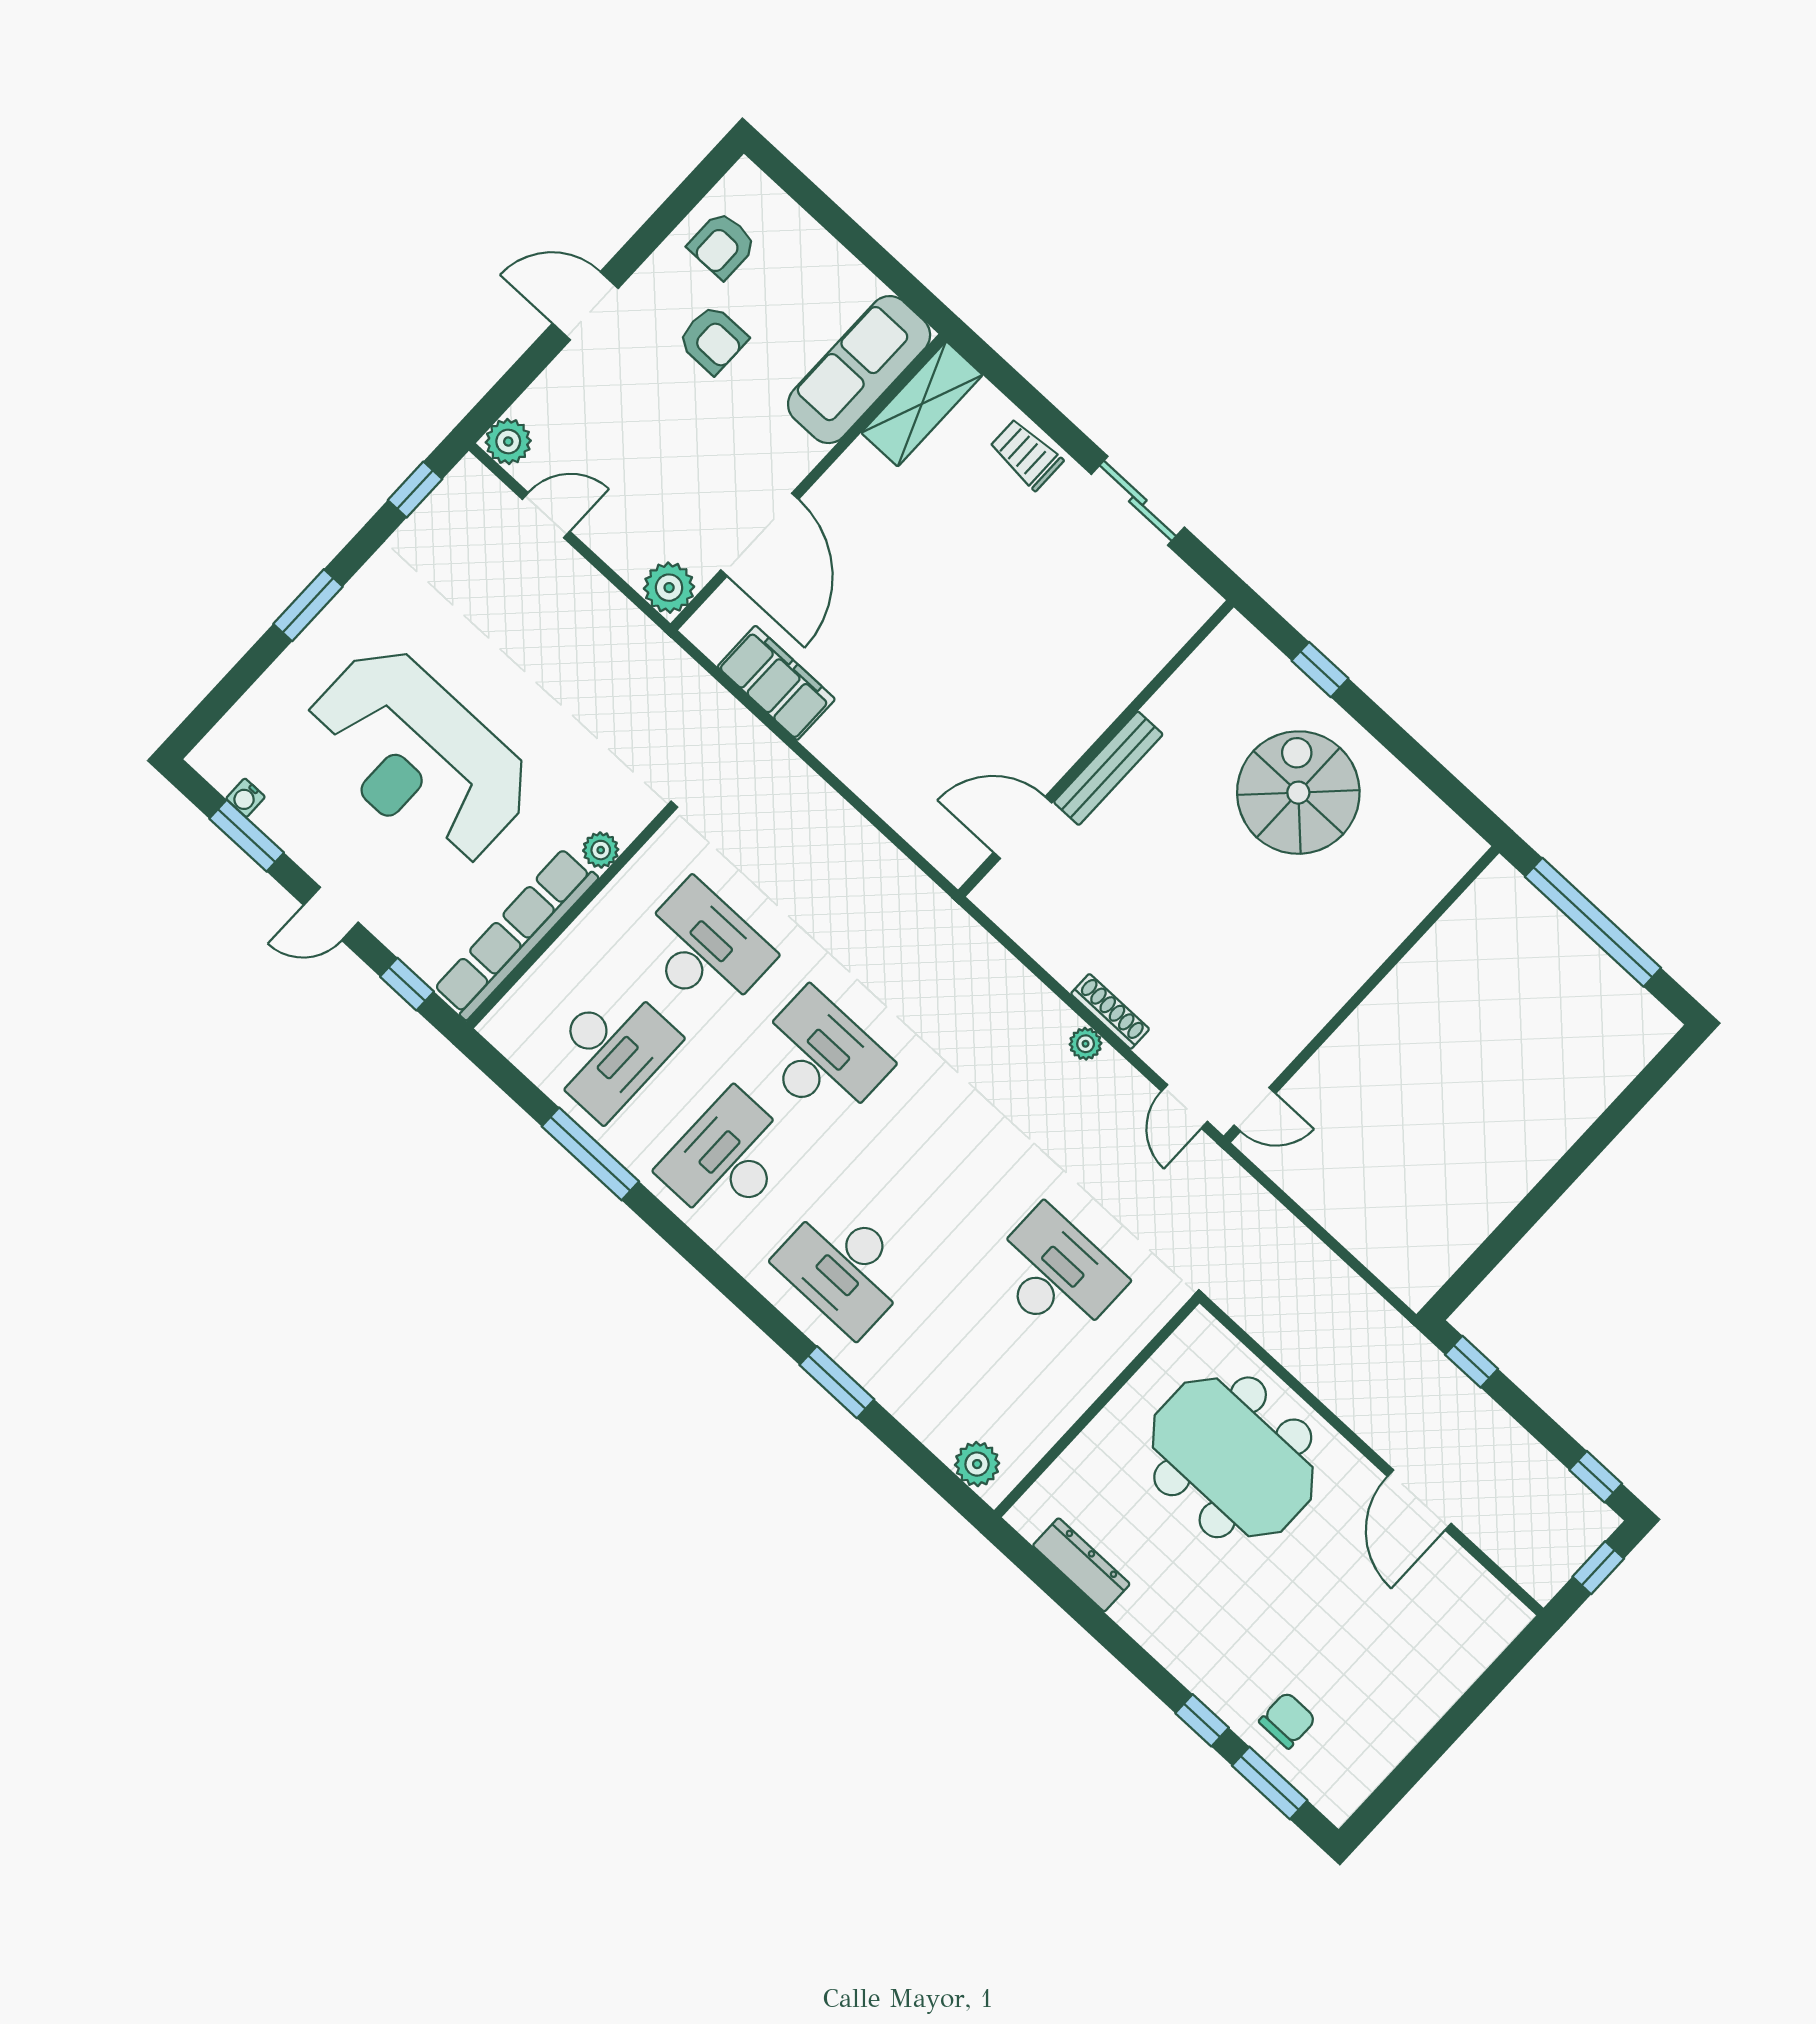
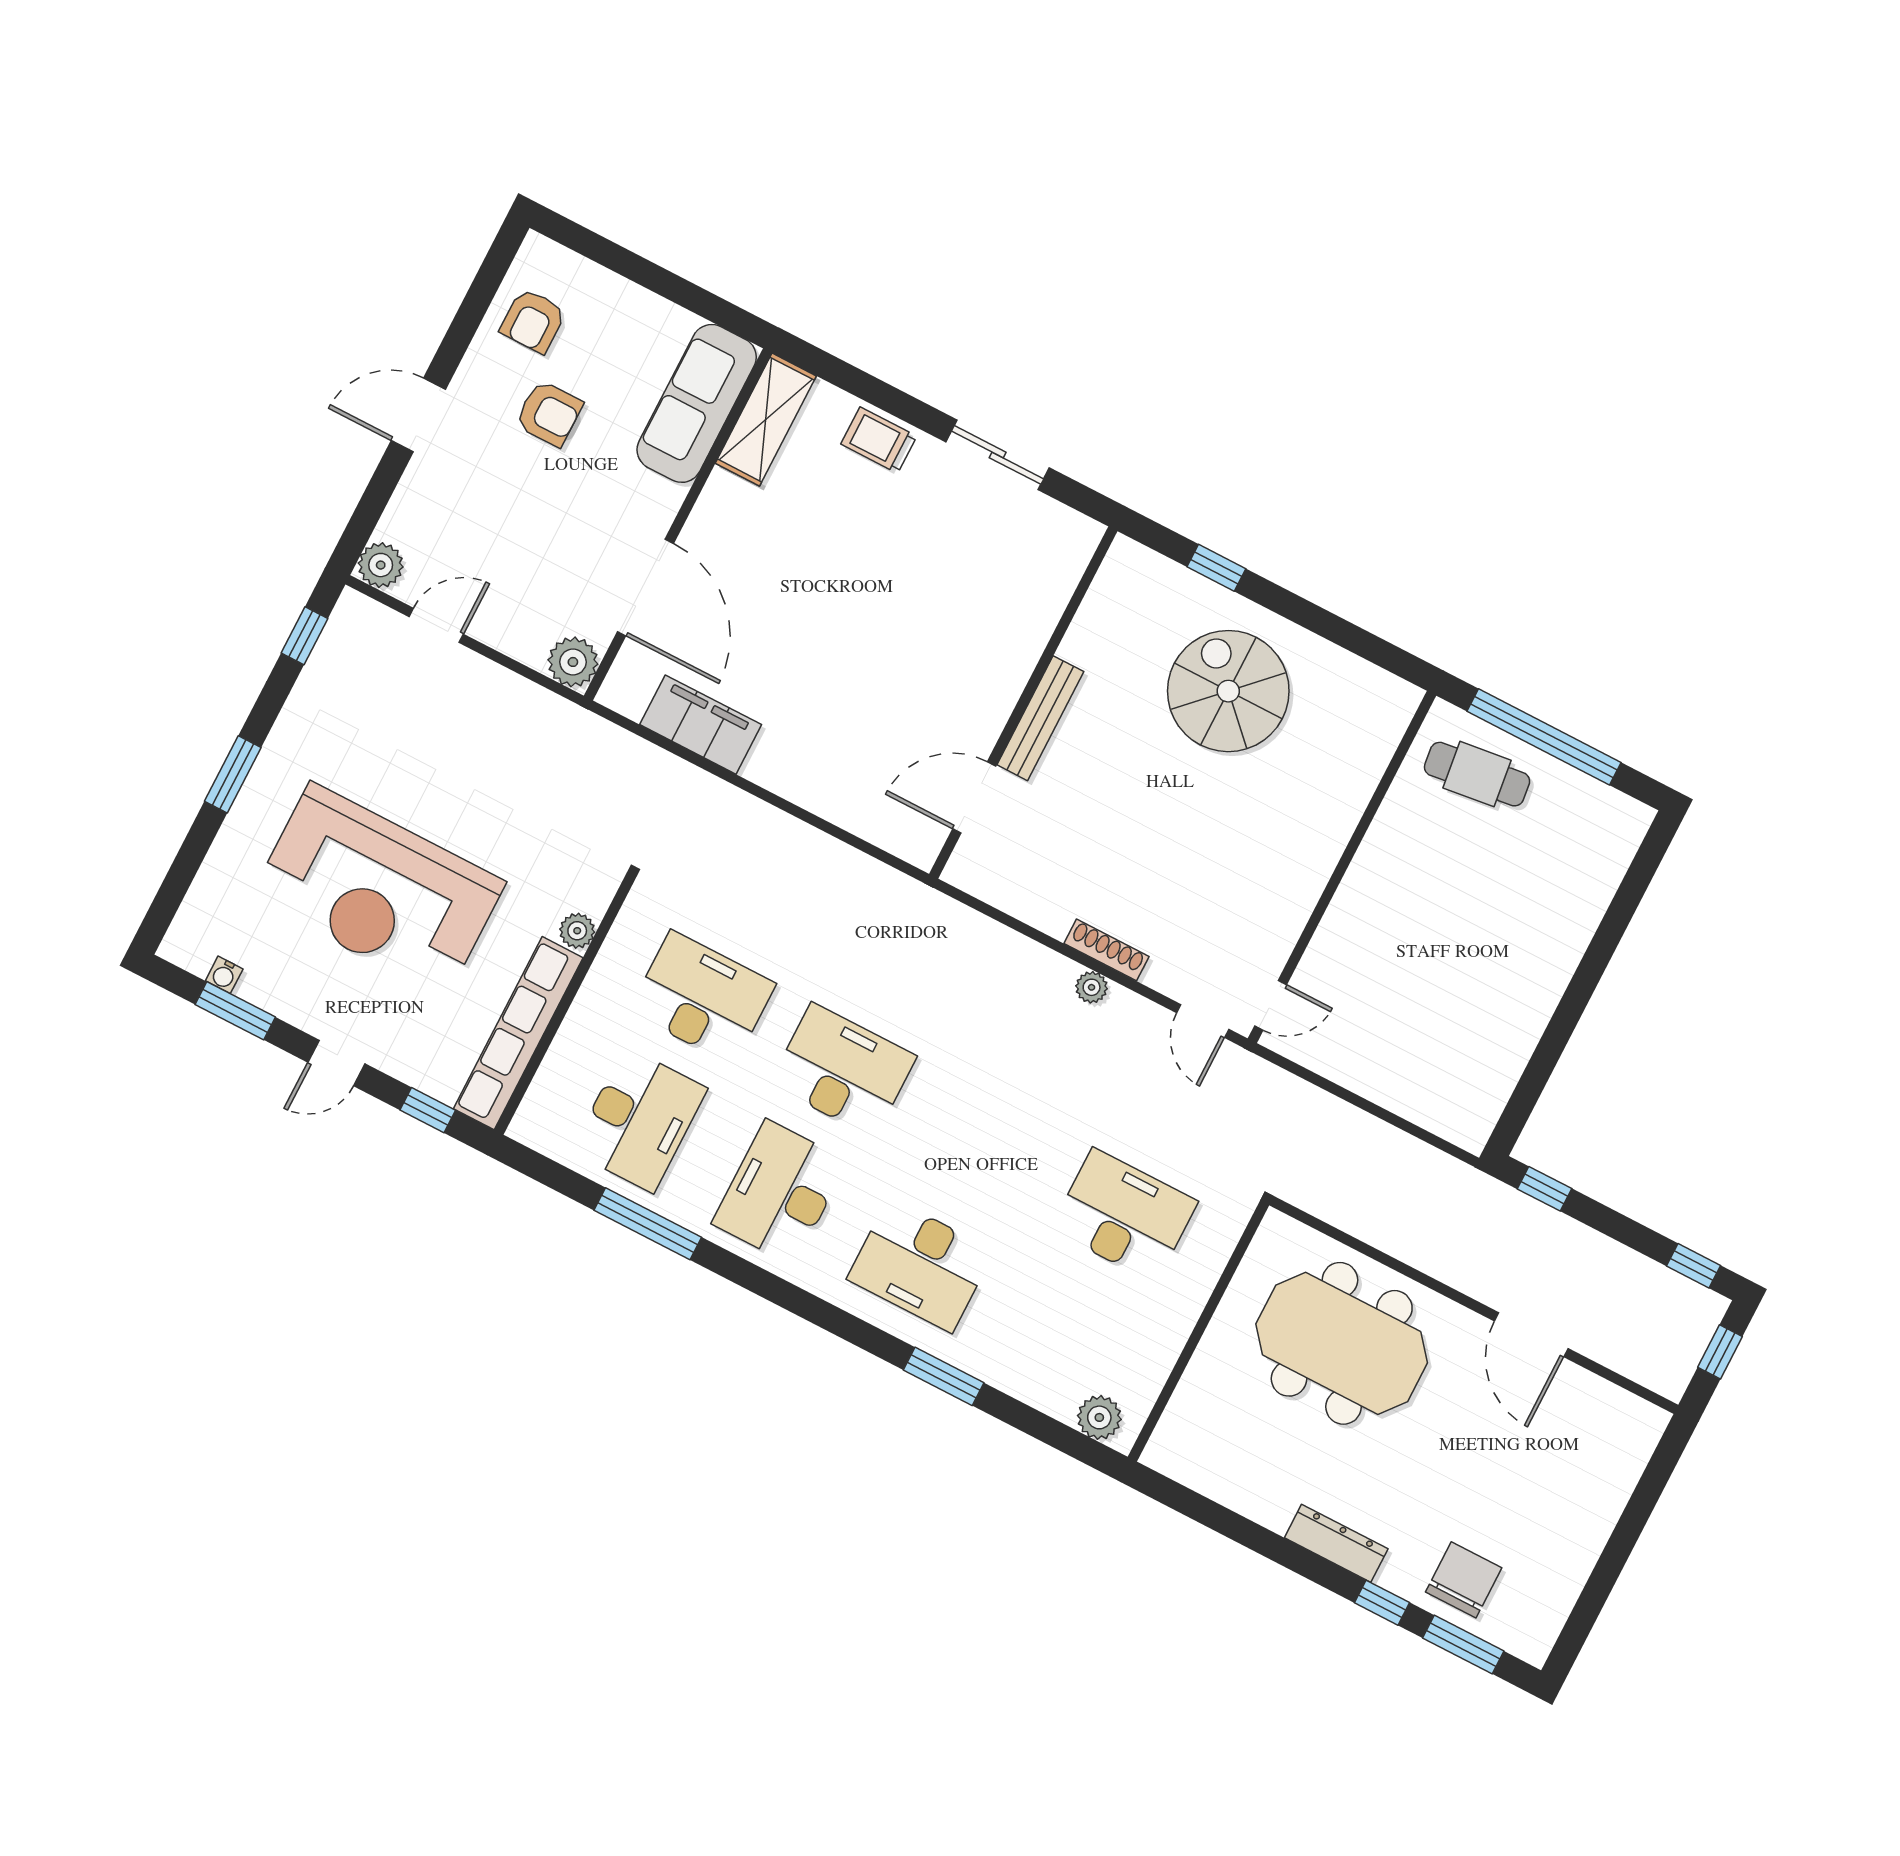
cafe table: (1518, 940) -> (1477, 774), added
dresser: (1081, 1565) -> (1336, 1543), moved
chair: (1287, 1720) -> (1464, 1580), width x1.37, depth x1.37

